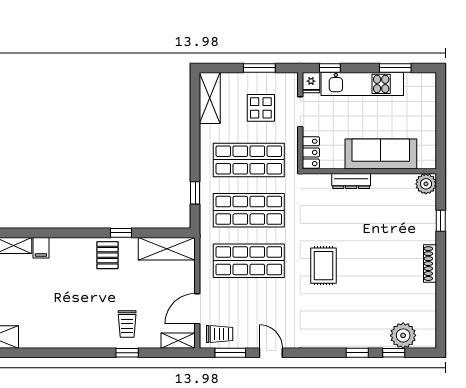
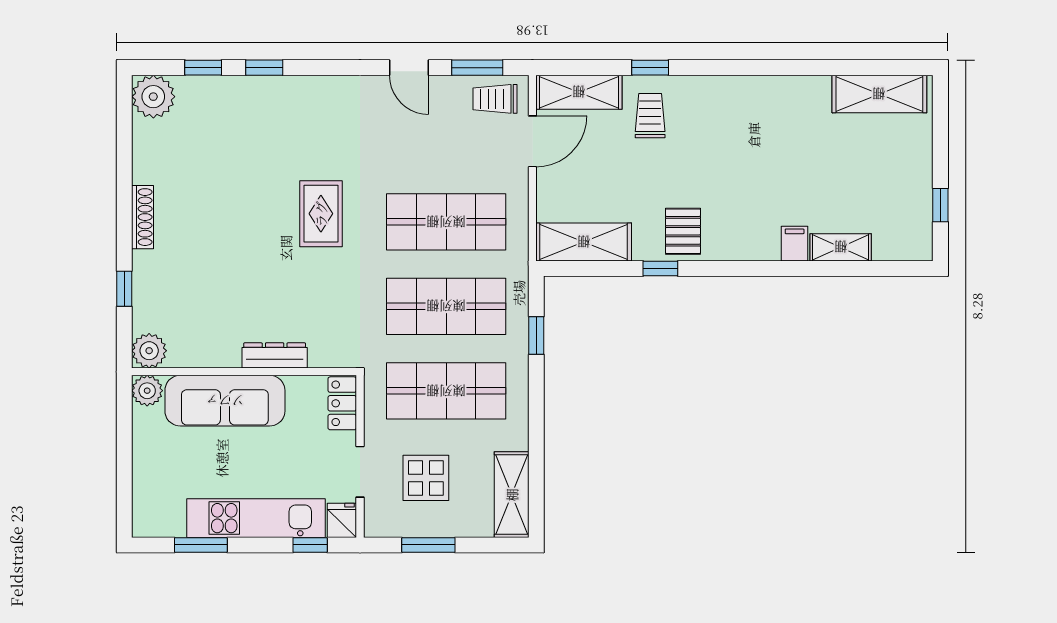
plant: (427, 160) -> (147, 391), added
plant: (403, 335) -> (153, 97), moved
shelving: (178, 341) -> (579, 92), width x1.50, depth x1.33

